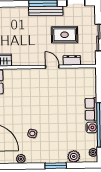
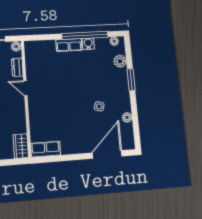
plant: (91, 60) -> (16, 46), added
door: (52, 67) -> (25, 88), hinge flipped

